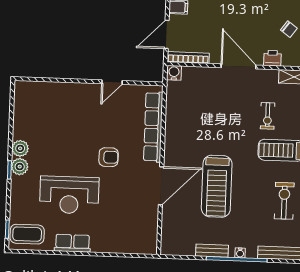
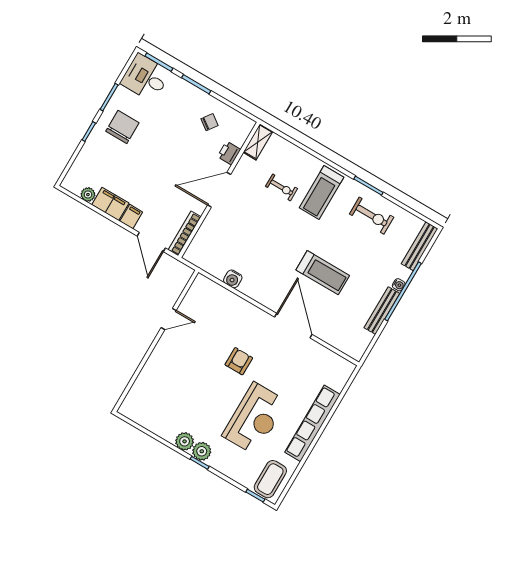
water cooler: (174, 73) -> (233, 279), moved, turned -90
door: (112, 82) -> (169, 319), hinge flipped
row of seats: (153, 127) -> (233, 303), removed
treadmill: (217, 186) -> (323, 273), width x0.73, depth x0.73
exercise bike: (284, 201) -> (372, 216), turned 180
row of seats: (72, 243) -> (313, 423), width x2.02
bench: (212, 251) -> (382, 311), width x1.36

